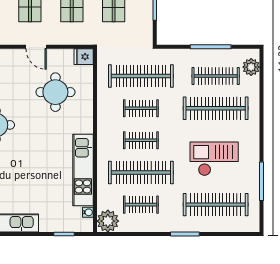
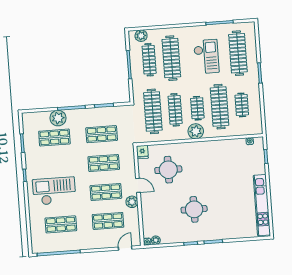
plant: (13, 36) -> (132, 202), added
door: (36, 47) -> (138, 185), hinge flipped
clothes rail: (141, 108) -> (175, 110), width x1.36
checkout: (214, 159) -> (206, 57), turned 180
kitchen unit: (83, 170) -> (221, 147), removed
plant: (108, 221) -> (196, 131), moved

